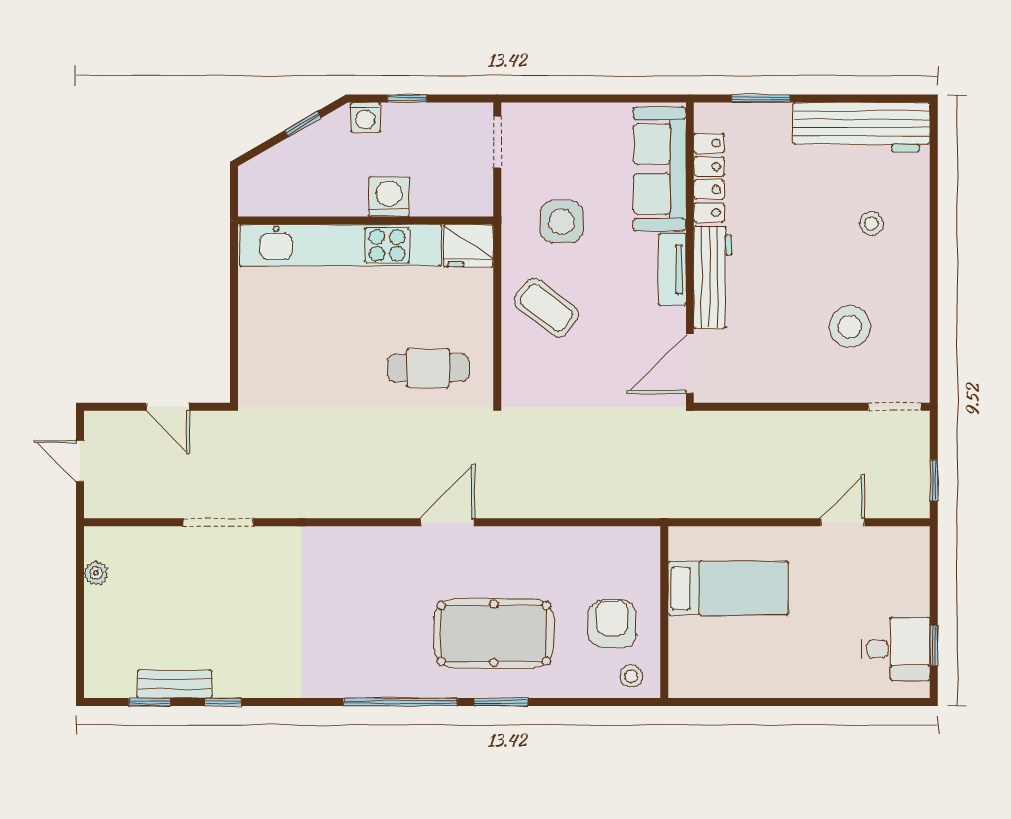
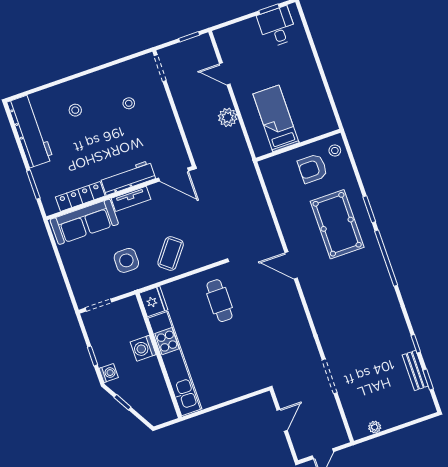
stool: (850, 327) -> (129, 103), width x0.53, depth x0.53
plant: (761, 500) -> (228, 117), added

